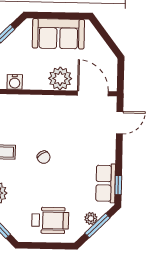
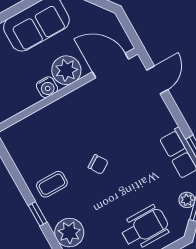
water cooler: (15, 82) -> (47, 87), moved

